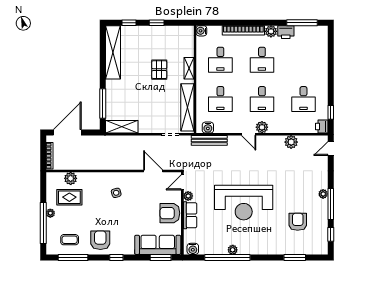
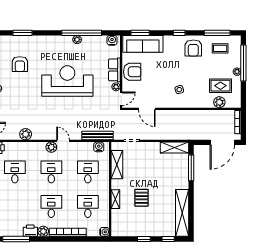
shelving: (187, 107) -> (117, 165), width x0.68

